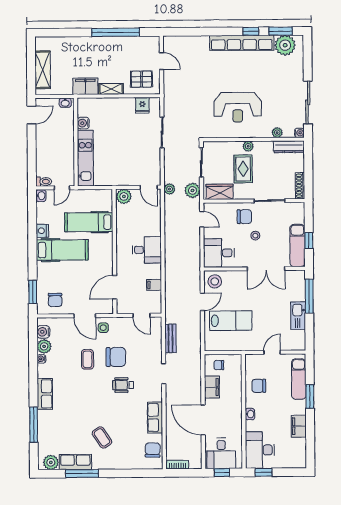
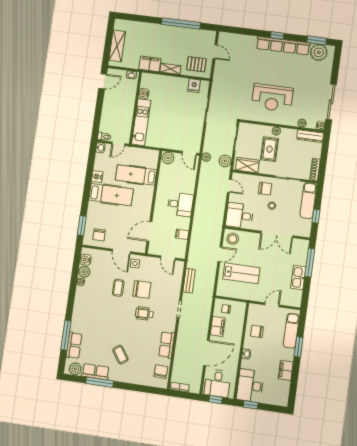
window: (251, 31) -> (277, 35), moved
exam couch: (297, 246) -> (308, 201), moved
row of seats: (45, 394) -> (74, 345), moved
door: (203, 420) -> (206, 353), swing flipped

